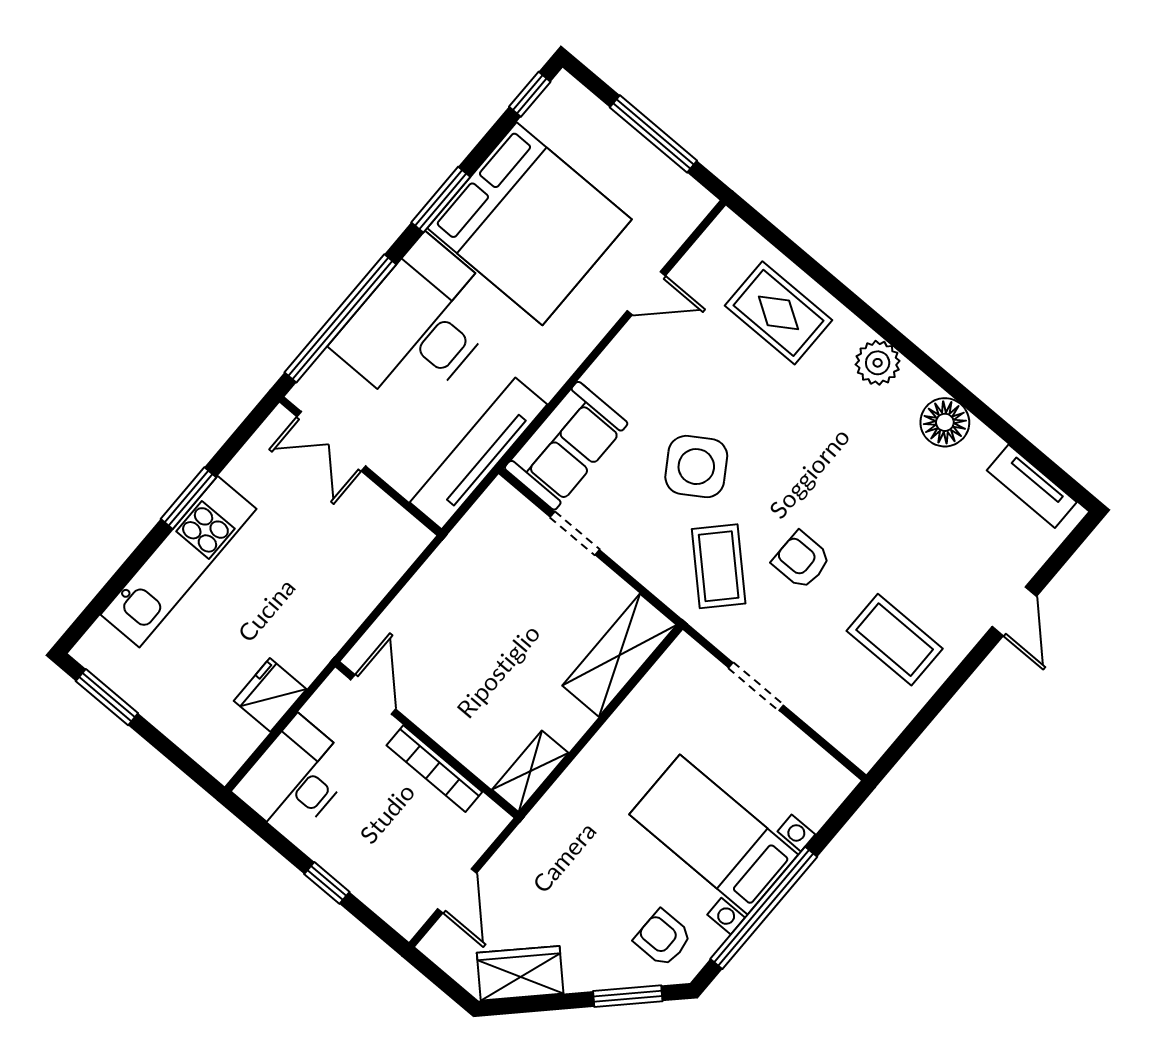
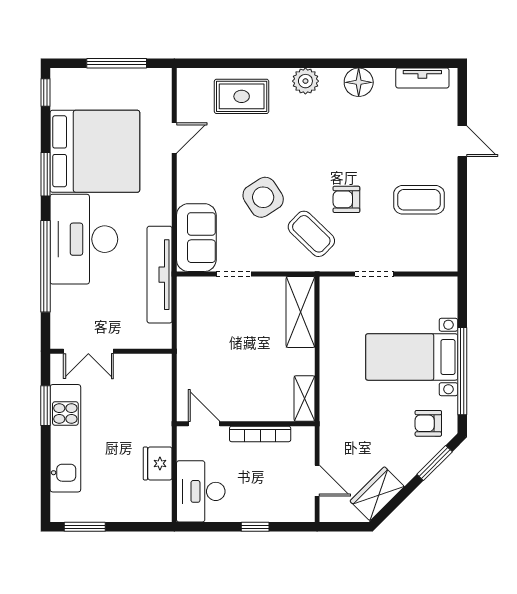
double door: (331, 441) -> (88, 351), moved
wall: (360, 466) -> (111, 351), moved

